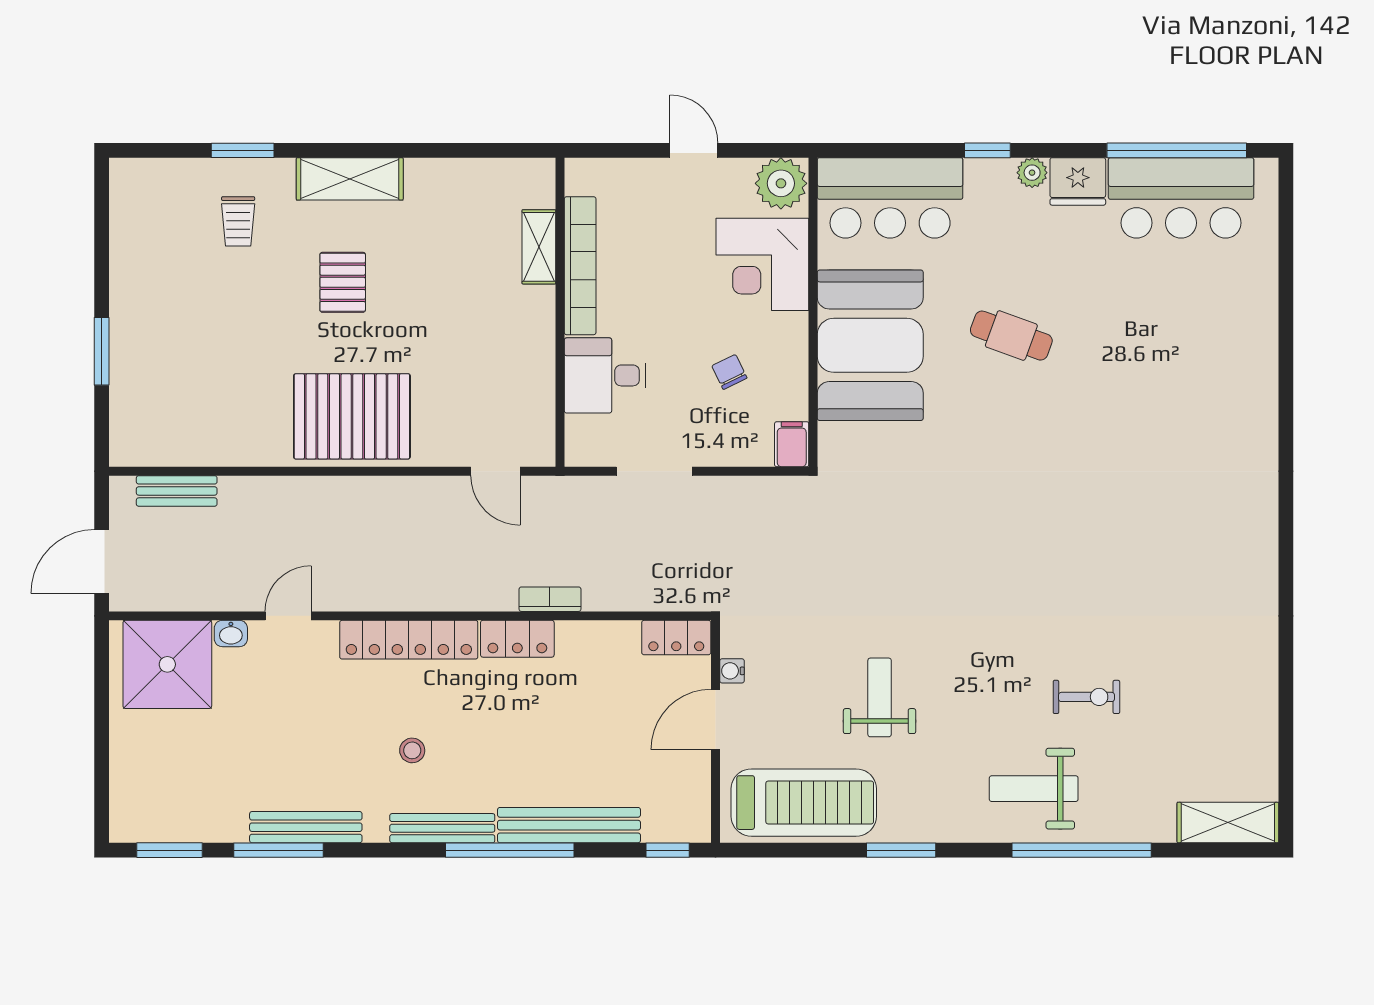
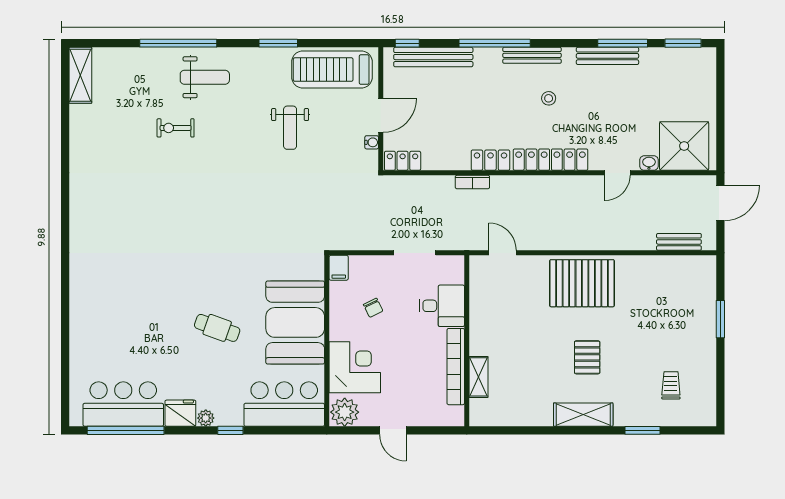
trolley: (238, 221) -> (671, 385), moved
shelving: (1228, 823) -> (80, 75), moved, turned 90
bench: (569, 825) -> (433, 57), moved

